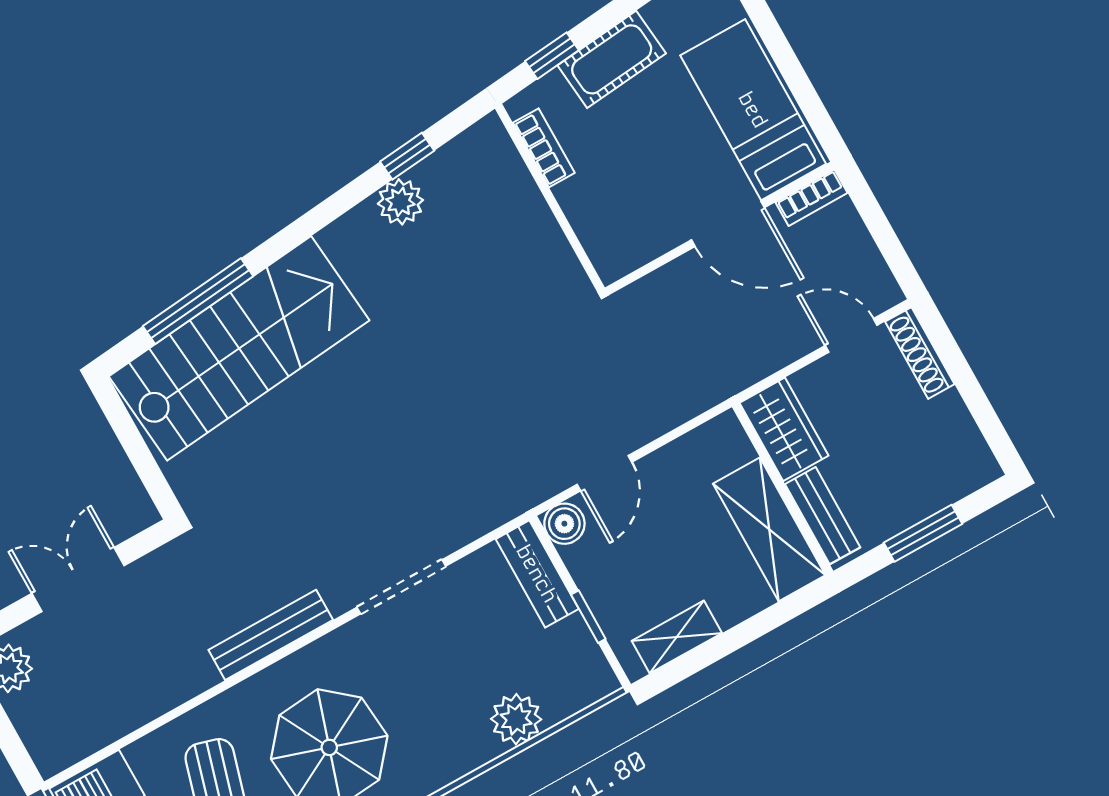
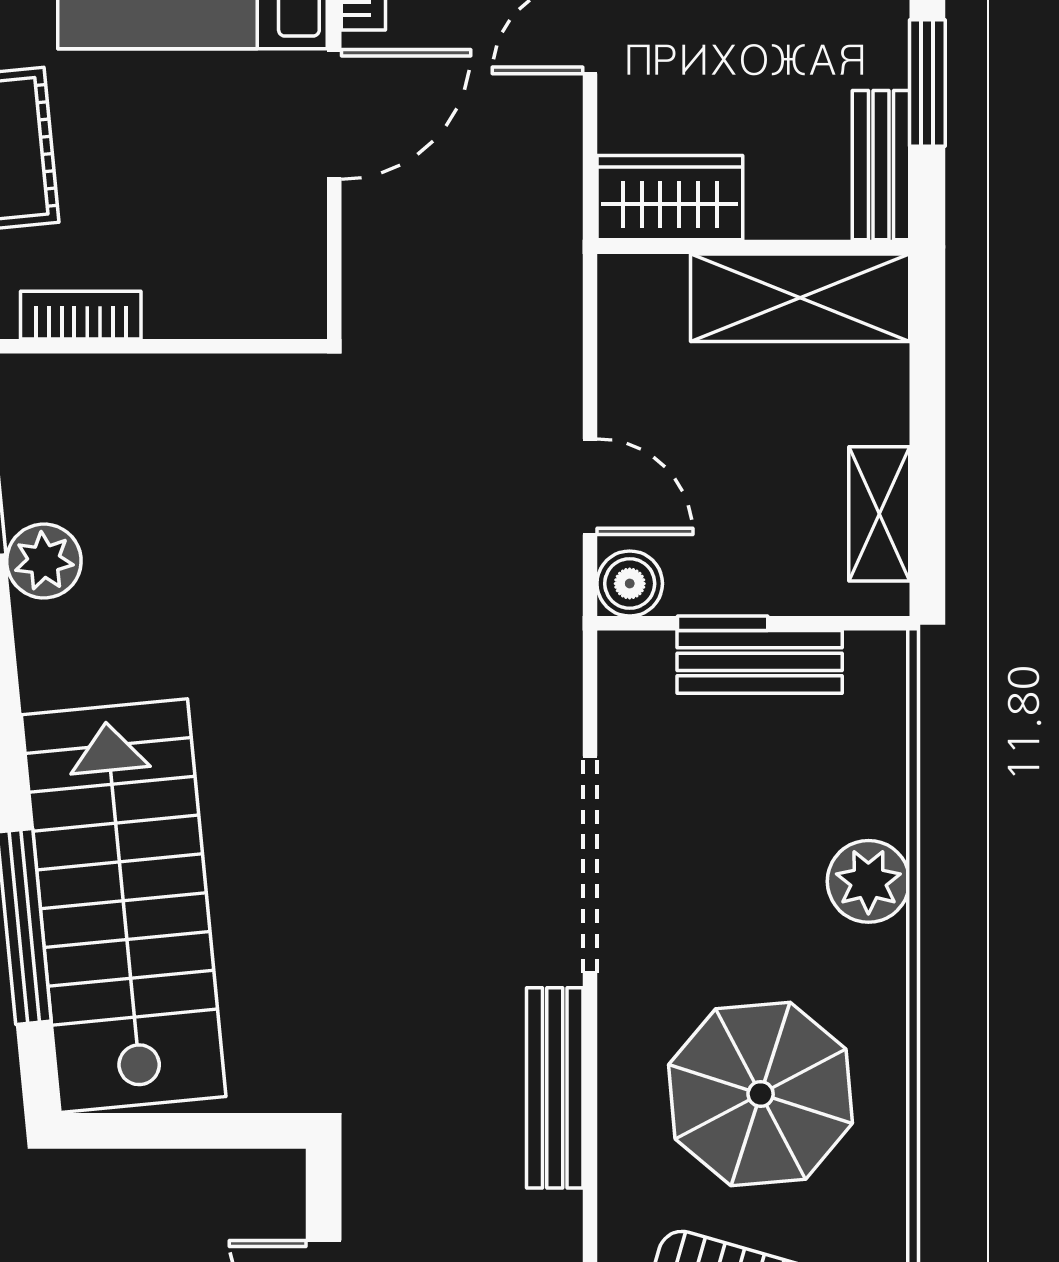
bench: (823, 516) -> (881, 165), moved, turned 90
bench: (537, 574) -> (760, 662), moved
doorway: (401, 587) -> (590, 865), width x1.36
window: (588, 617) -> (723, 623), moved
plant: (516, 719) -> (868, 881), moved

